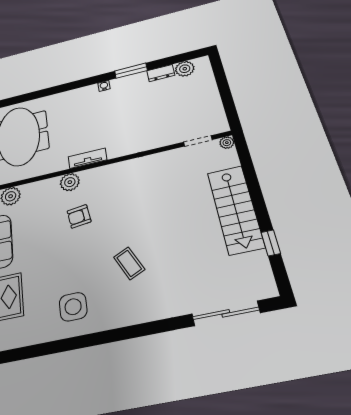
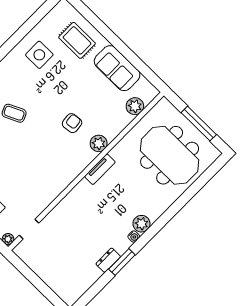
plant: (185, 69) -> (142, 224), moved
dresser: (161, 73) -> (108, 260), moved
side table: (73, 307) -> (39, 55), moved

